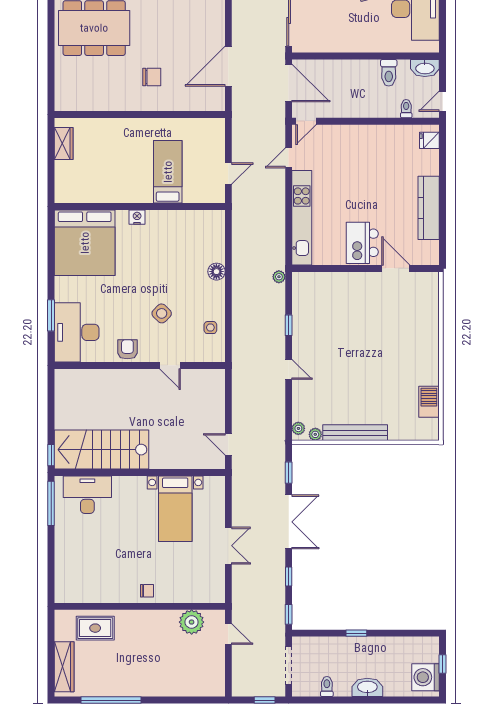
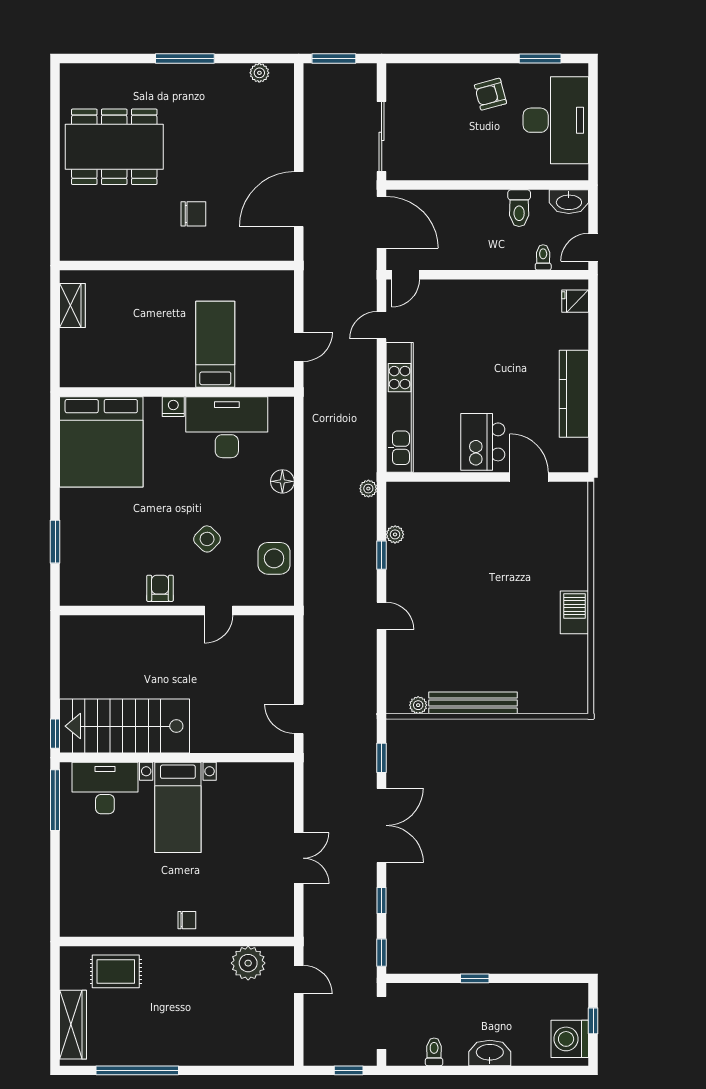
side table: (210, 328) -> (274, 558), width x1.87, depth x1.87
desk: (77, 332) -> (227, 427), moved, turned 90
door: (170, 365) -> (219, 610), hinge flipped
barbecue: (429, 402) -> (574, 612), moved
plant: (298, 428) -> (395, 534), moved
bed with nightstands: (175, 509) -> (178, 807), moved

